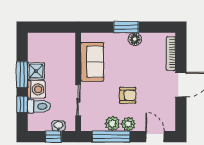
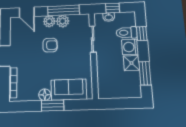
sofa: (92, 62) -> (69, 90), moved, turned 90
window: (22, 75) -> (145, 73), moved
armchair: (128, 95) -> (50, 45), turned 180

